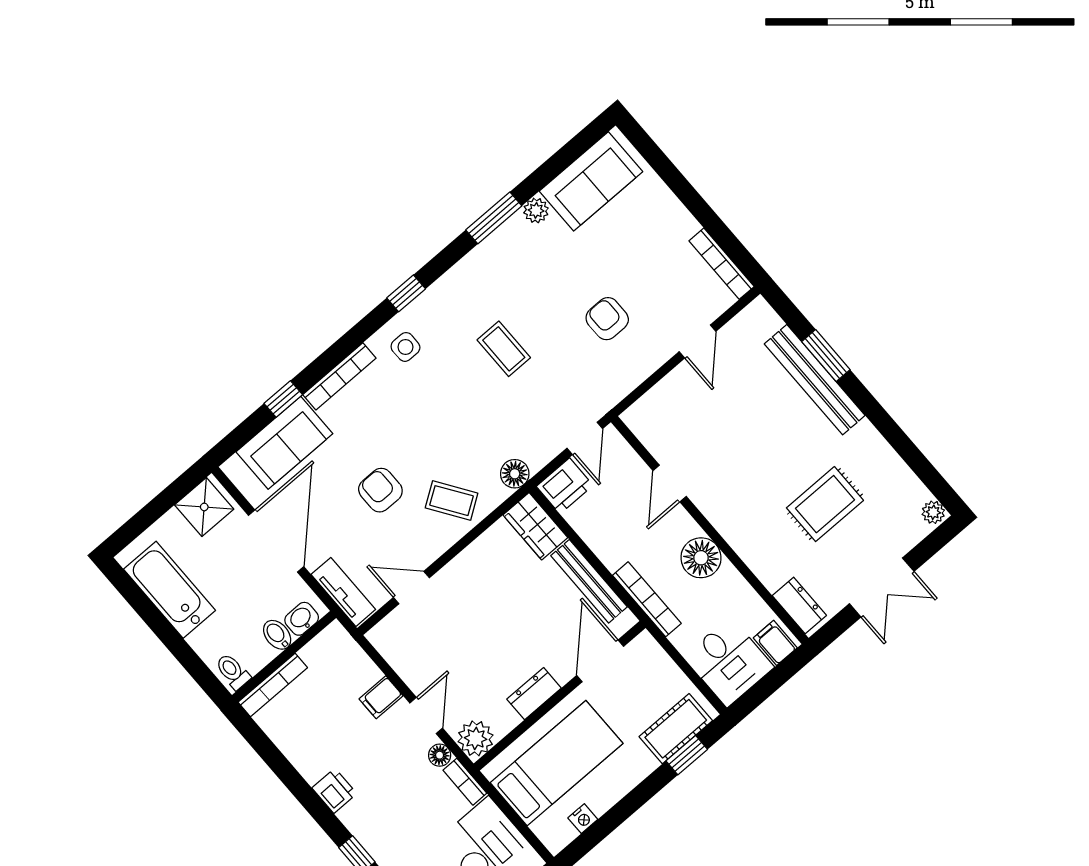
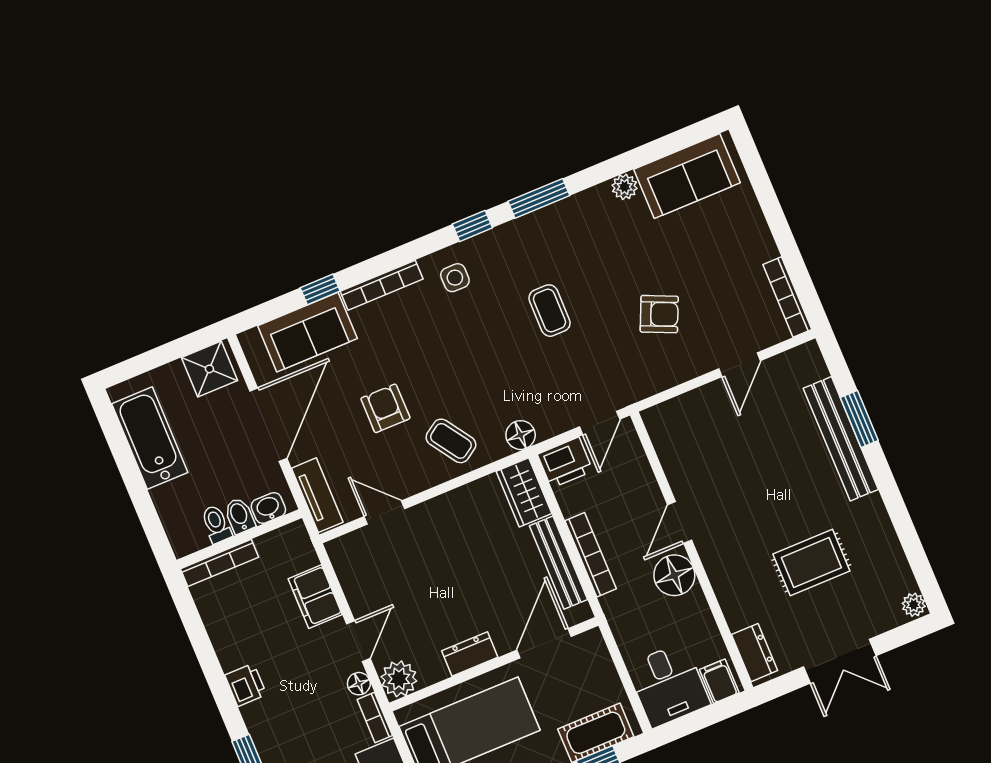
window: (494, 218) -> (539, 198), moved
armchair: (607, 319) -> (659, 314), turned 114
door: (670, 483) -> (680, 523), moved
bookcase: (647, 599) -> (591, 555), moved
toilet: (233, 671) -> (216, 524), moved
filing cabinet: (381, 697) -> (315, 597), width x2.00

